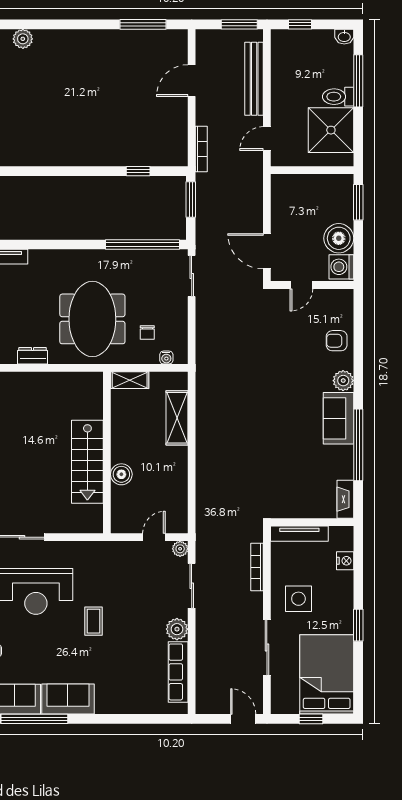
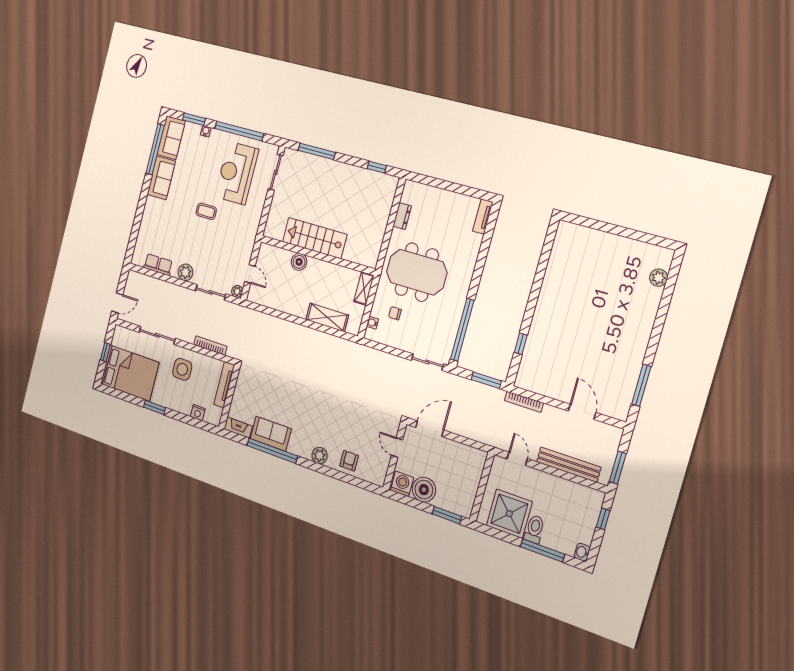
sofa: (339, 418) -> (271, 434), moved
row of seats: (178, 672) -> (158, 265), width x0.68

